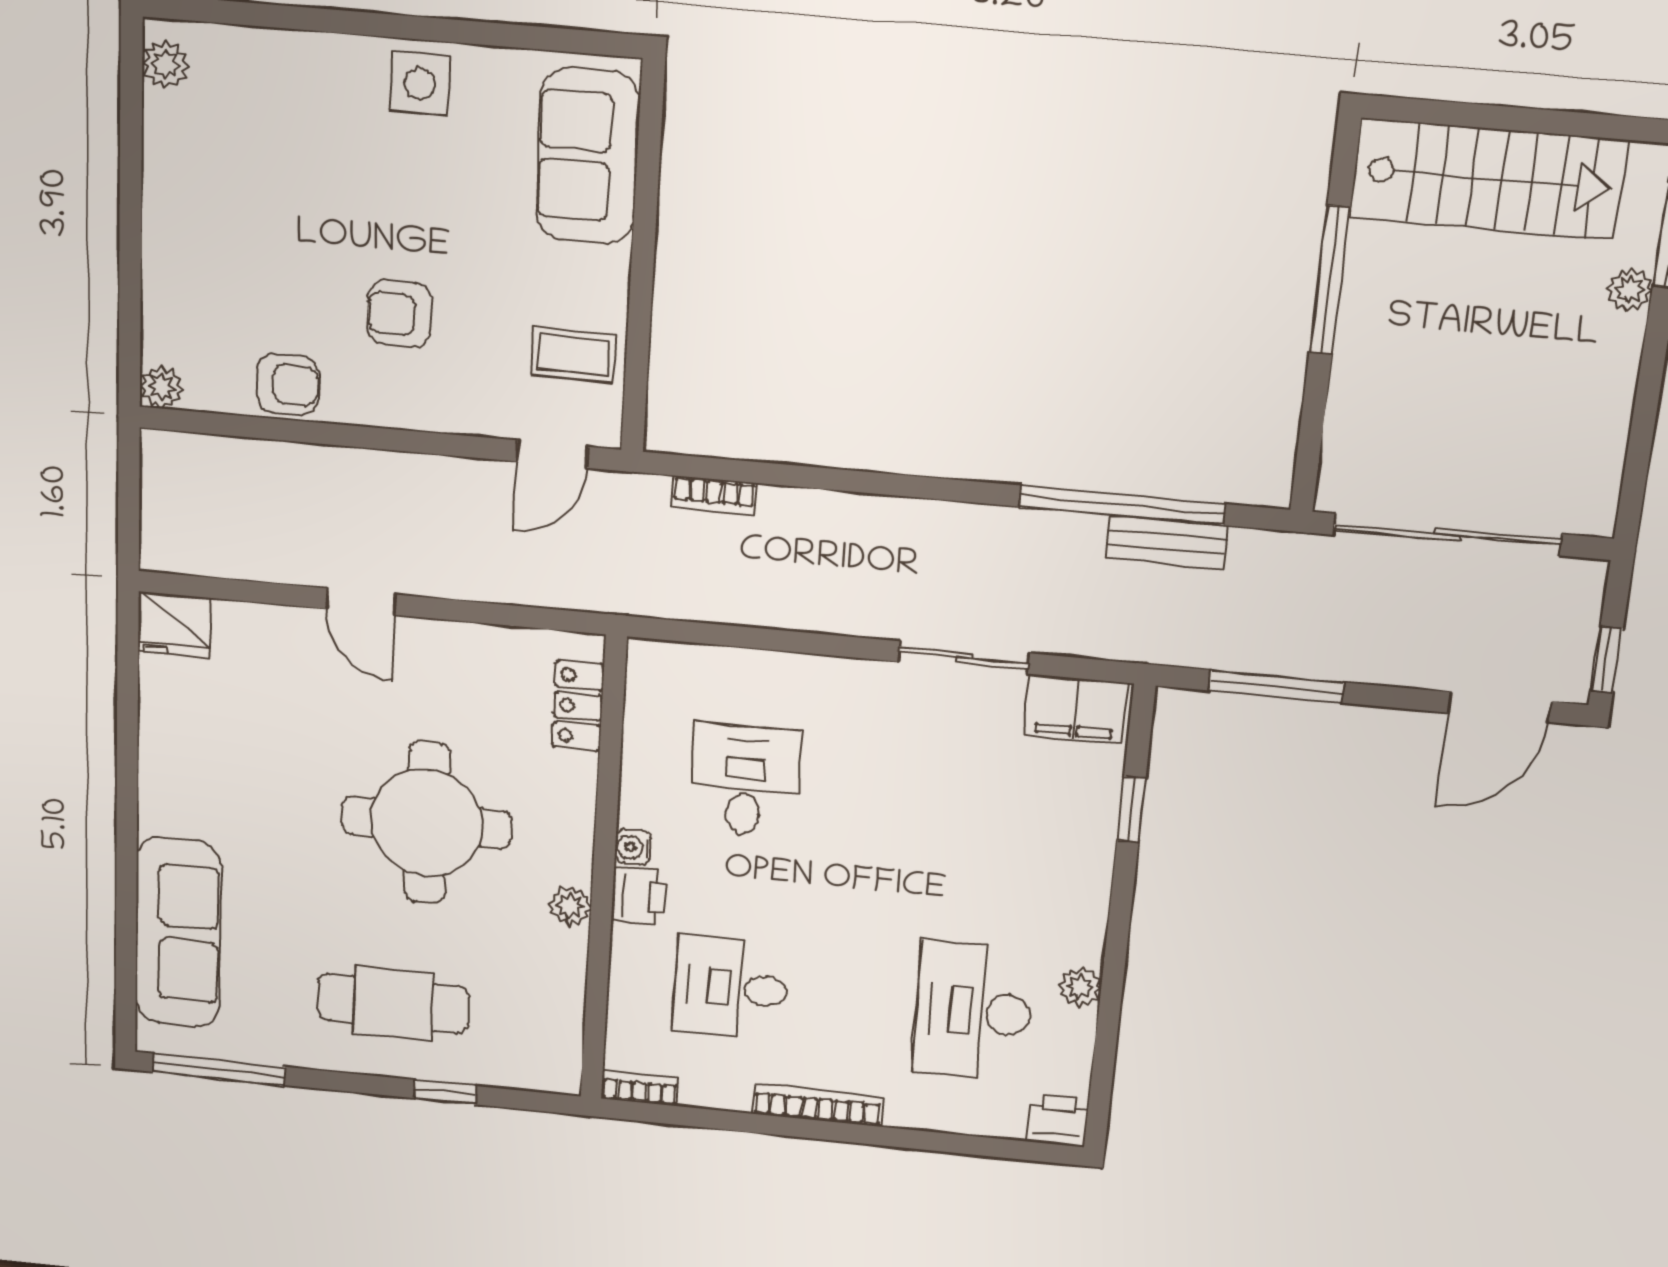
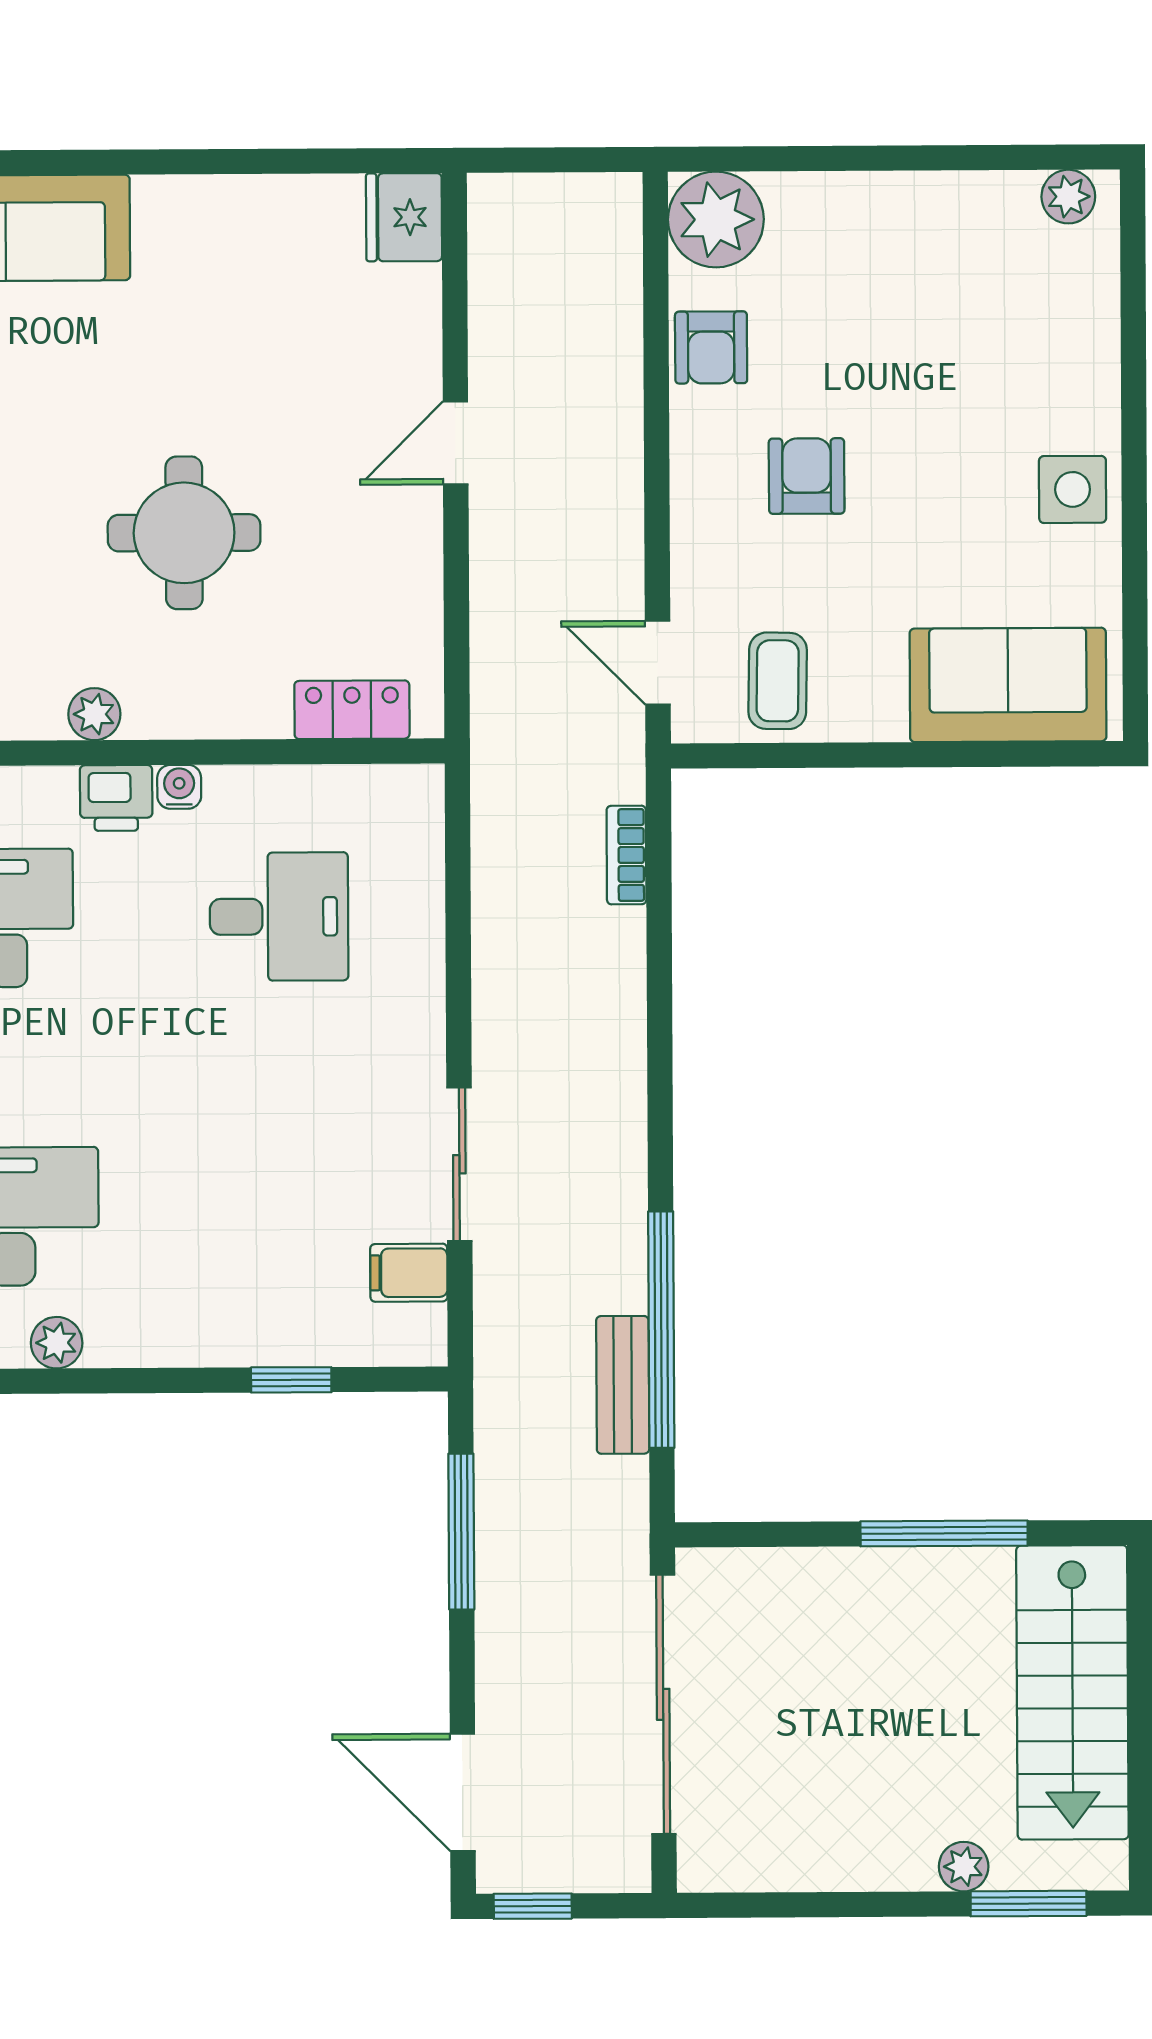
plant: (161, 387) -> (716, 219), width x1.88, depth x1.88
filing cabinet: (1076, 709) -> (409, 1273), width x0.50
round table: (427, 822) -> (184, 533), width x0.73, depth x0.73

